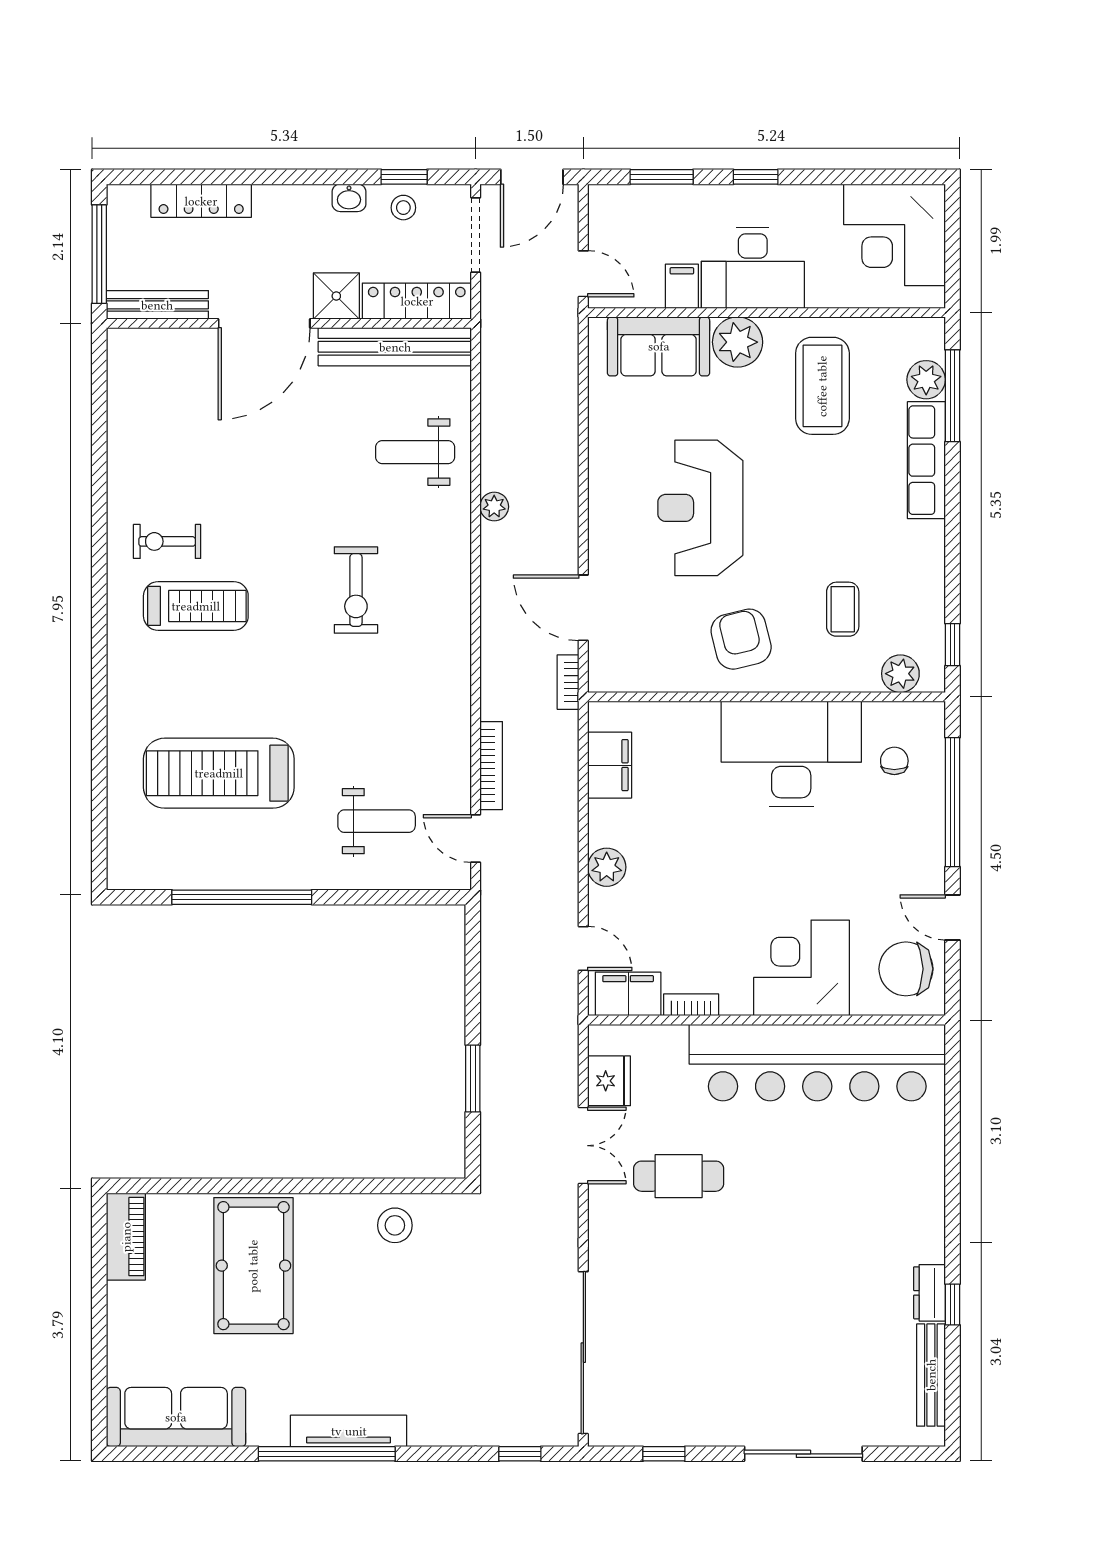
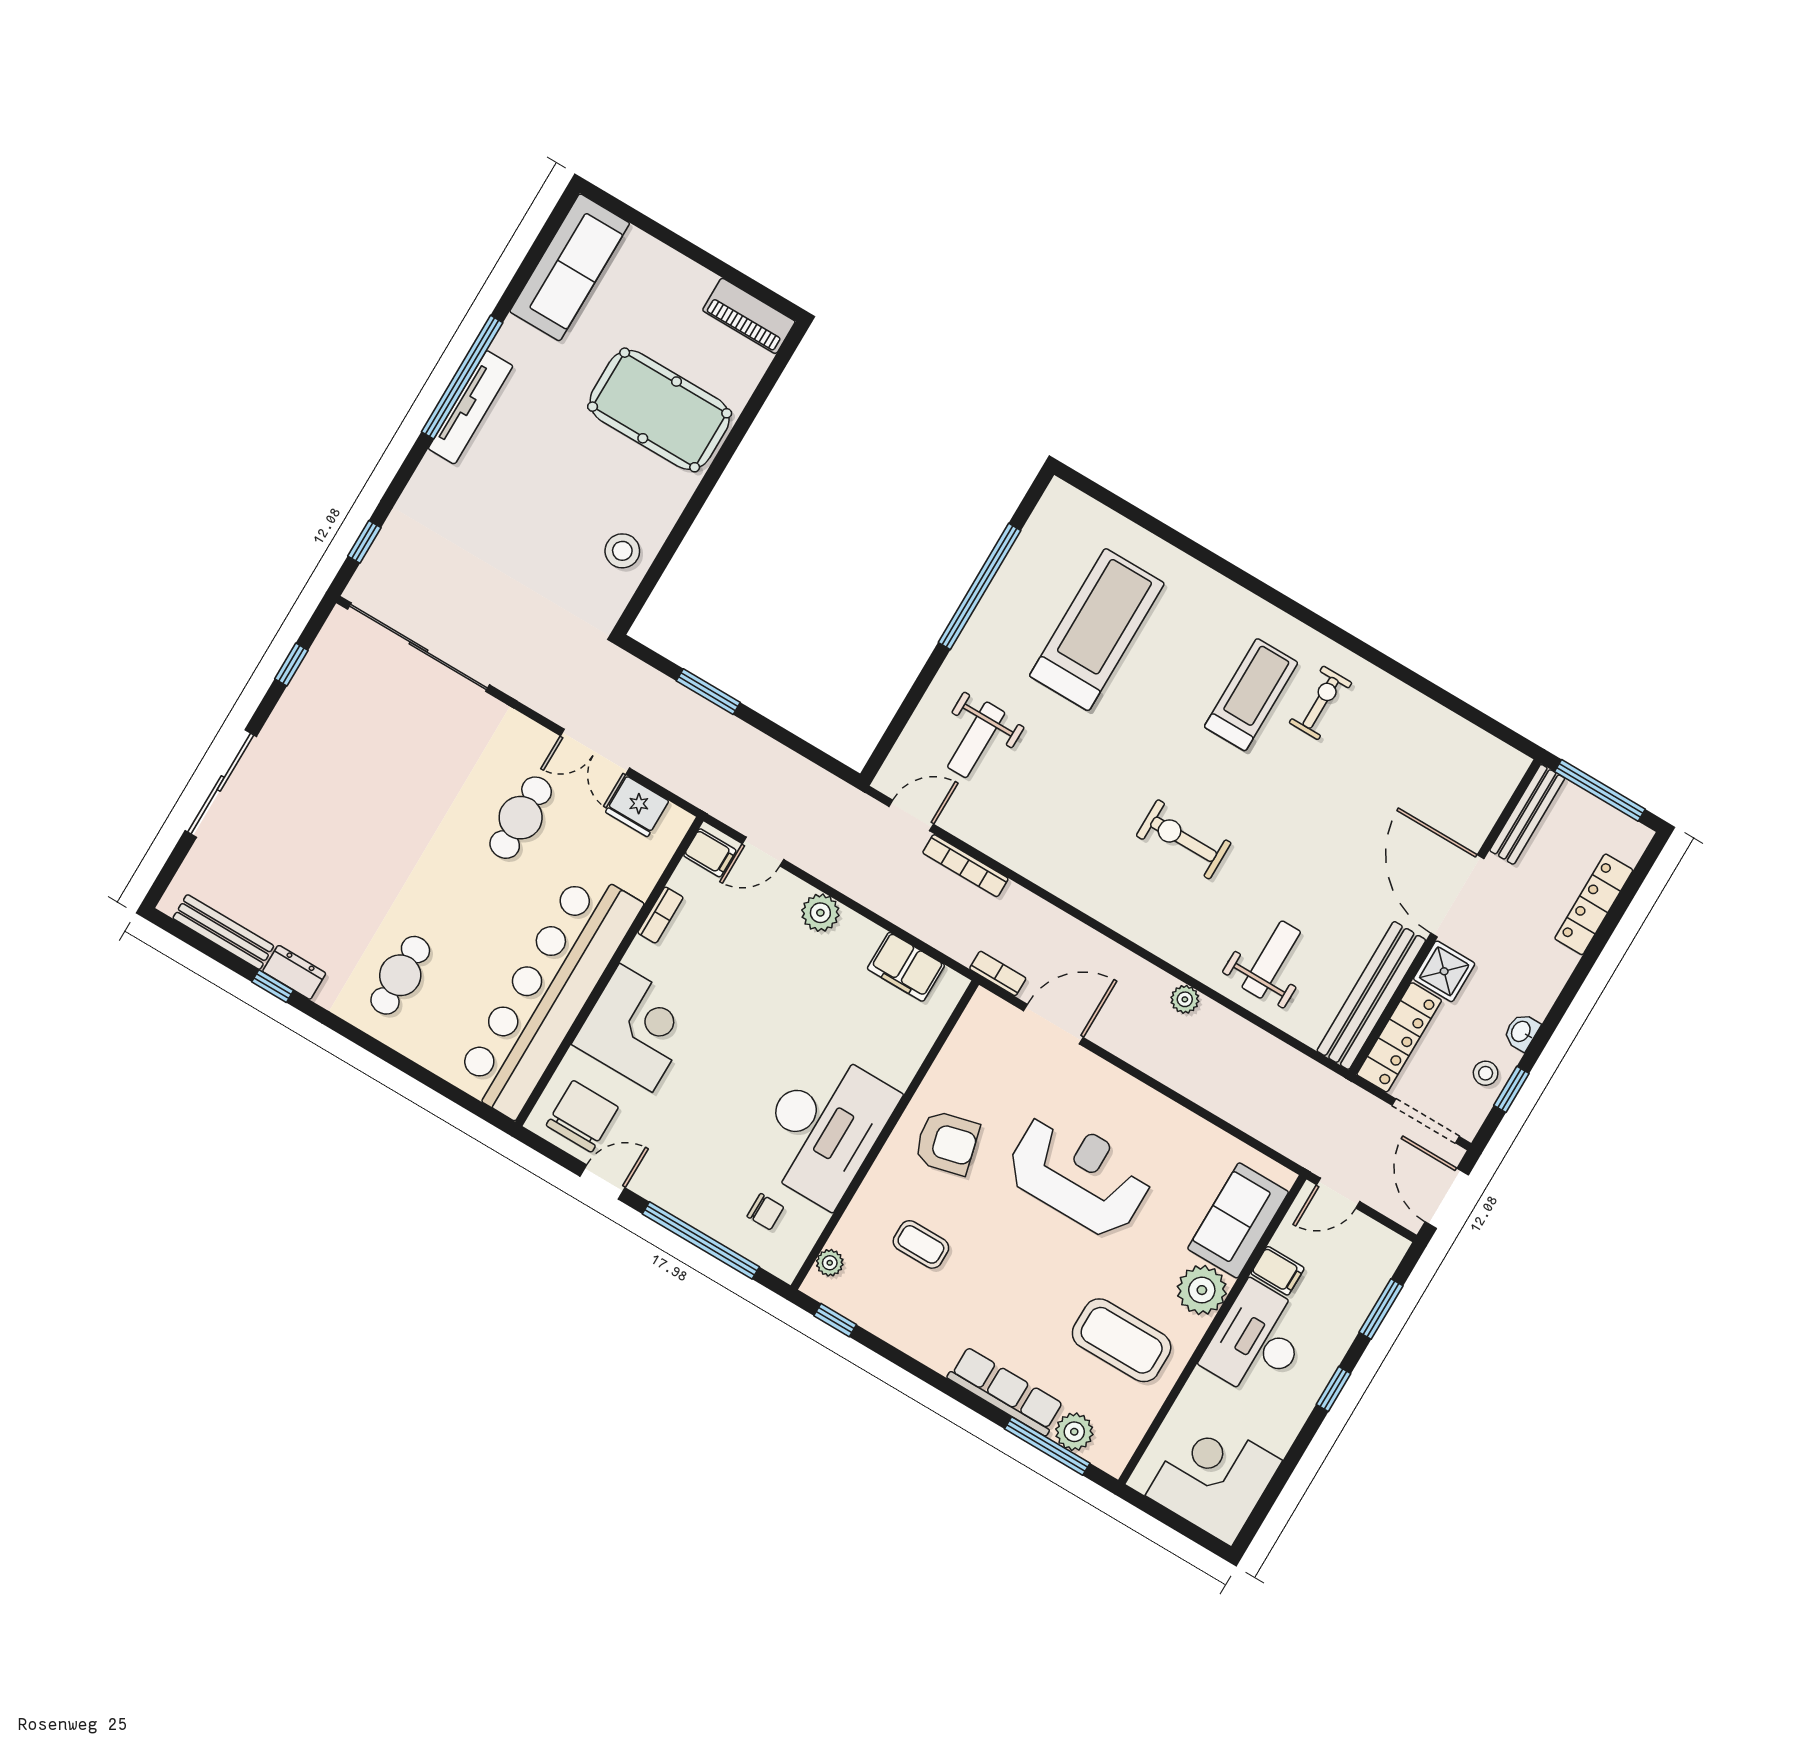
treadmill: (196, 606) -> (1251, 695), turned 180
plant: (900, 674) -> (830, 1263), width x0.73, depth x0.73
filing cabinet: (628, 994) -> (710, 853), width x0.50
cafe table: (877, 1199) -> (400, 975), added

